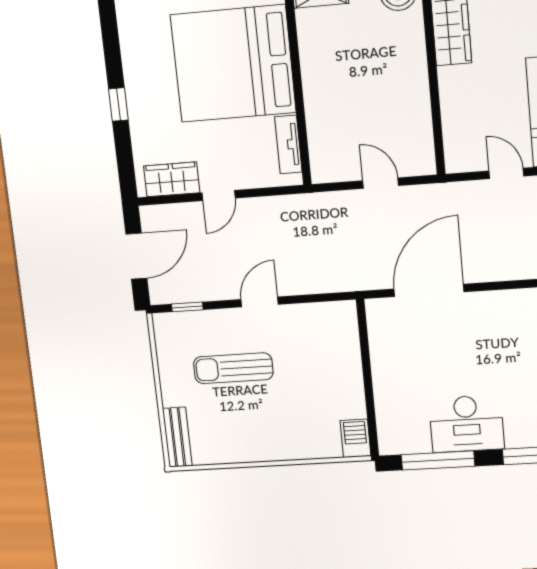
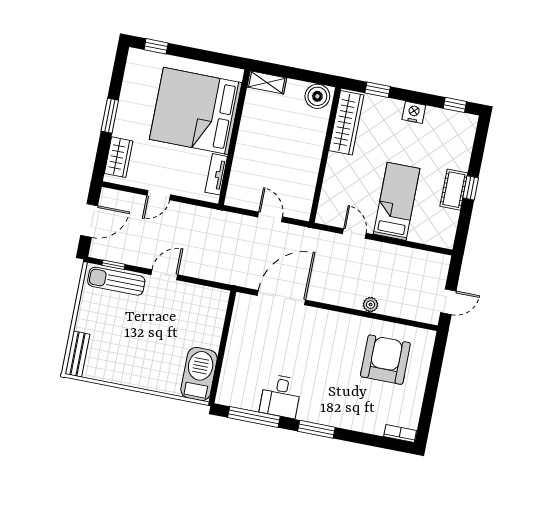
window: (118, 104) -> (110, 116), width x1.50
wardrobe: (172, 179) -> (119, 157), moved, turned 90
sun lounger: (233, 368) -> (116, 281), moved
desk: (466, 424) -> (281, 396), width x0.73
barbecue: (355, 438) -> (199, 374), width x1.88, depth x1.53

